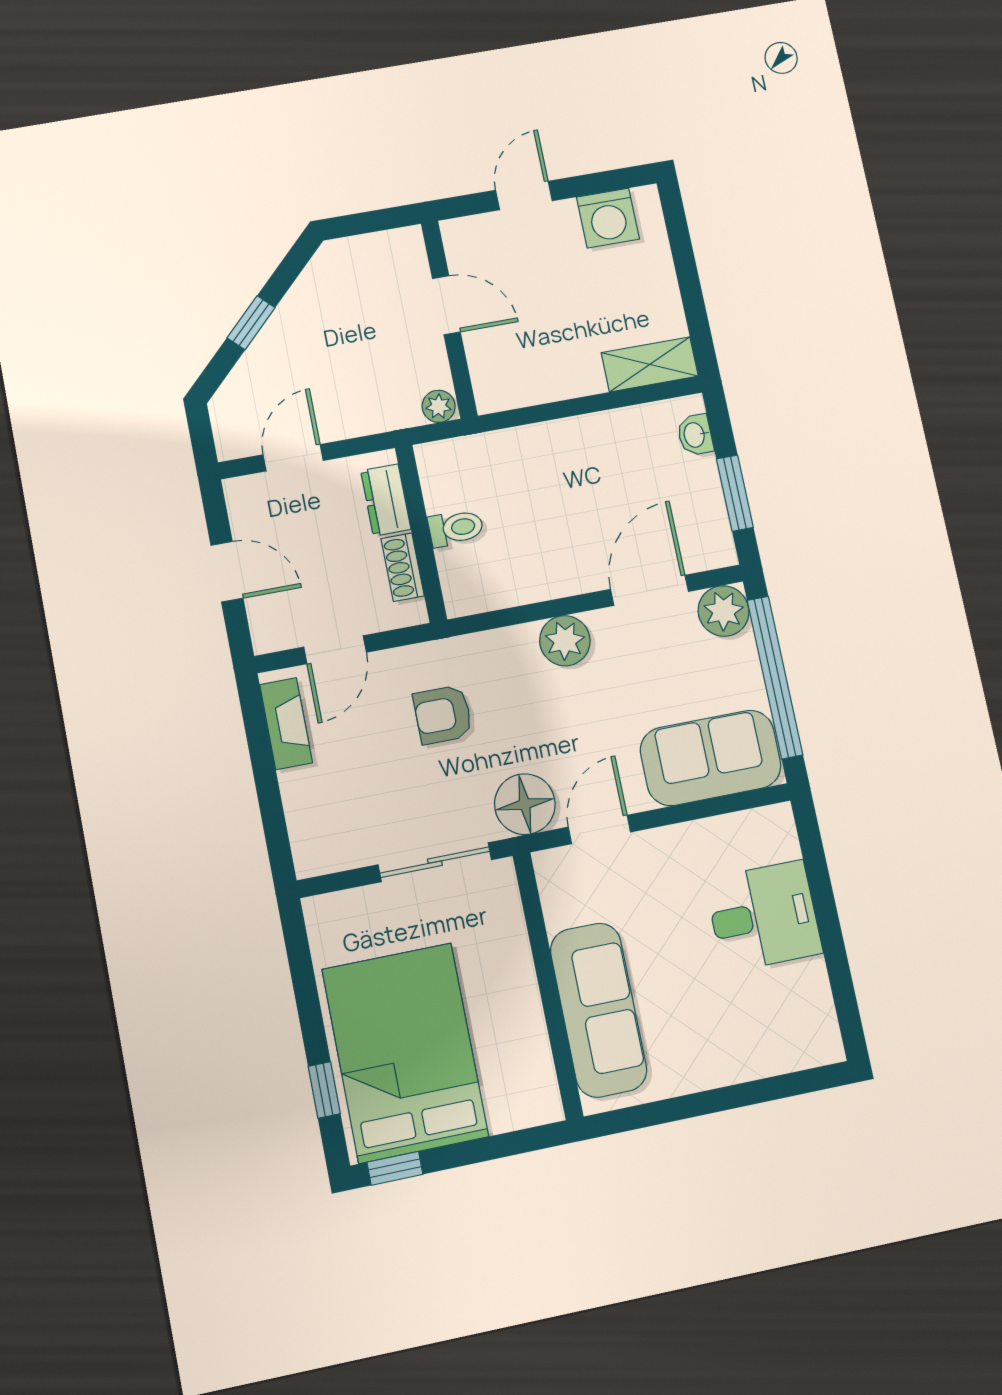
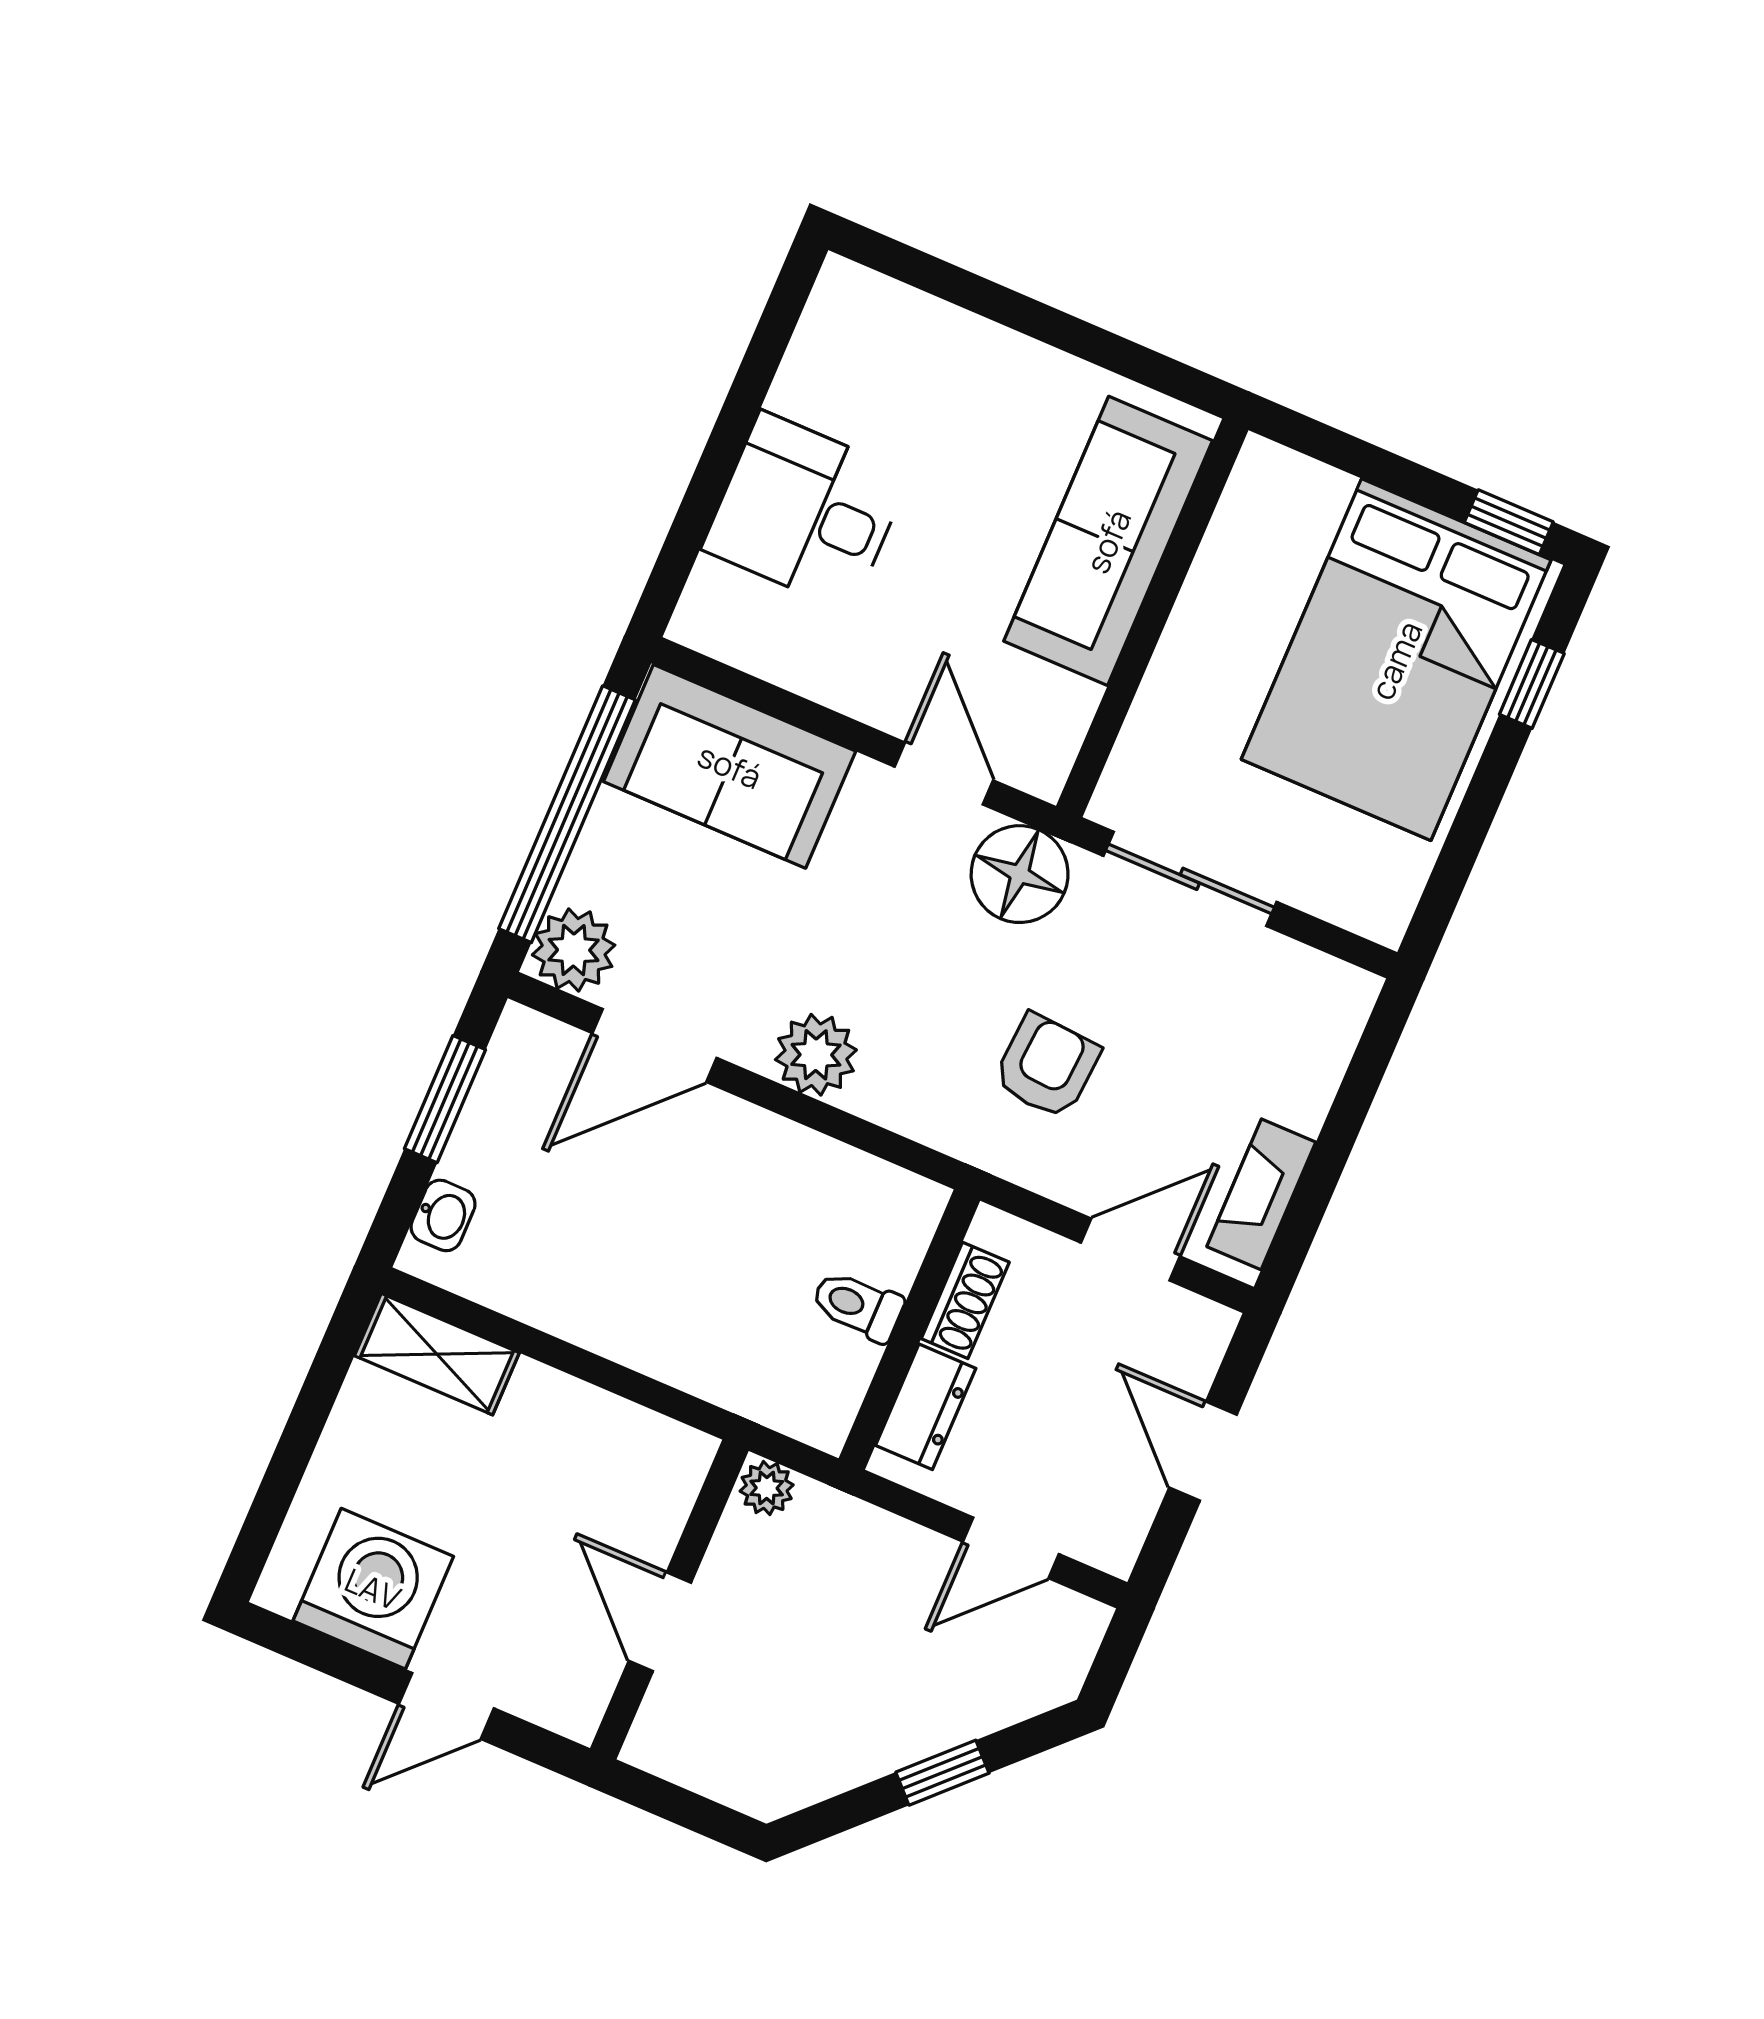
washing machine: (608, 218) -> (373, 1589), width x1.37, depth x1.37
armchair: (443, 715) -> (1047, 1066), turned -86
door: (599, 829) -> (944, 773), swing flipped

